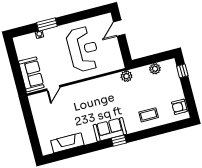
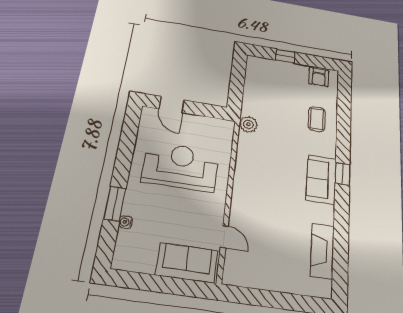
plant: (155, 69) -> (252, 84), removed
window: (182, 71) -> (285, 56), moved

